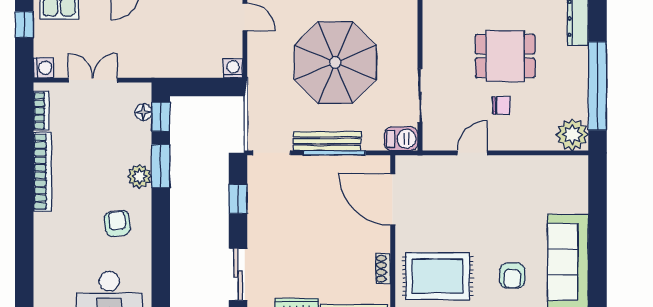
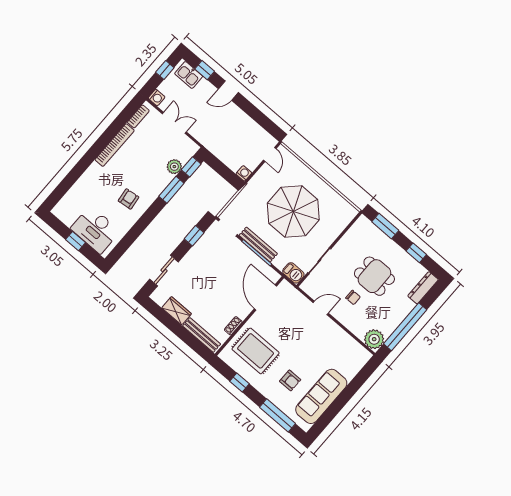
floor lamp: (143, 112) -> (185, 158), removed
plant: (140, 176) -> (174, 167), moved
armchair: (512, 276) -> (290, 380), turned -90

